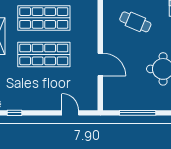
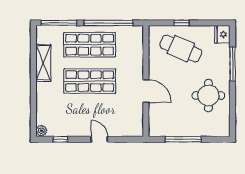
cafe table: (135, 22) -> (181, 49), width x1.37, depth x1.35
door: (70, 113) -> (99, 139), moved

